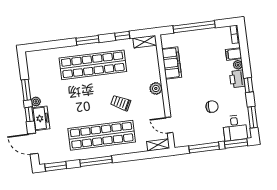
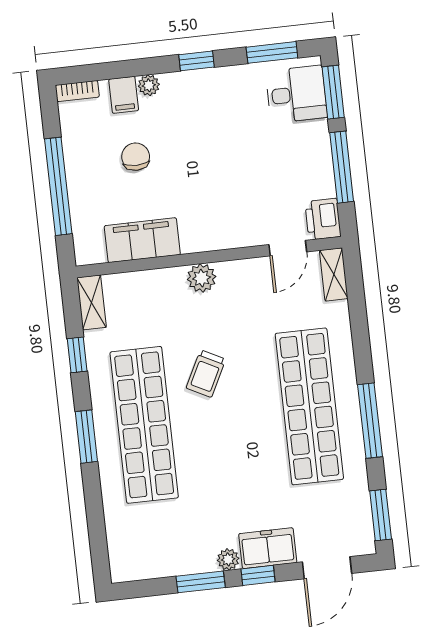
printer: (237, 79) -> (323, 219), moved, turned 90
trolley: (121, 103) -> (206, 374), moved
chair: (212, 107) -> (136, 157), moved

